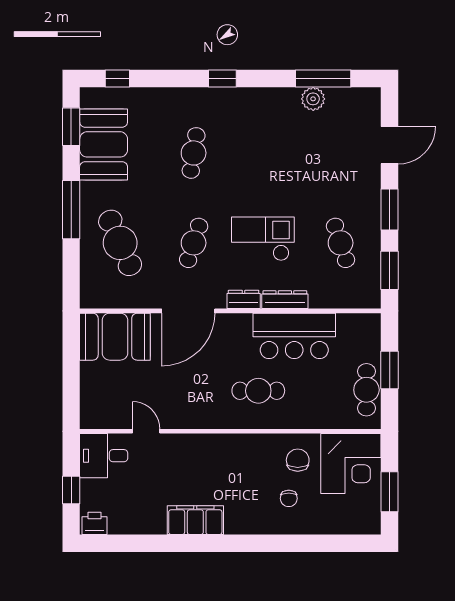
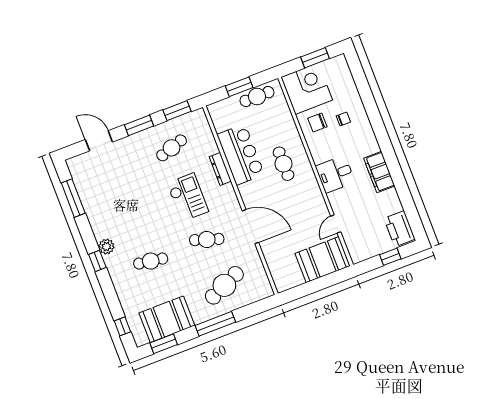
plant: (313, 99) -> (106, 247), moved
checkout: (263, 239) -> (188, 197), turned 180
dresser: (244, 299) -> (230, 195), removed
booth: (115, 337) -> (323, 260), moved, turned 90
desk: (104, 456) -> (335, 174), moved, turned 90
printer: (94, 523) -> (400, 229), width x1.87, depth x1.48

